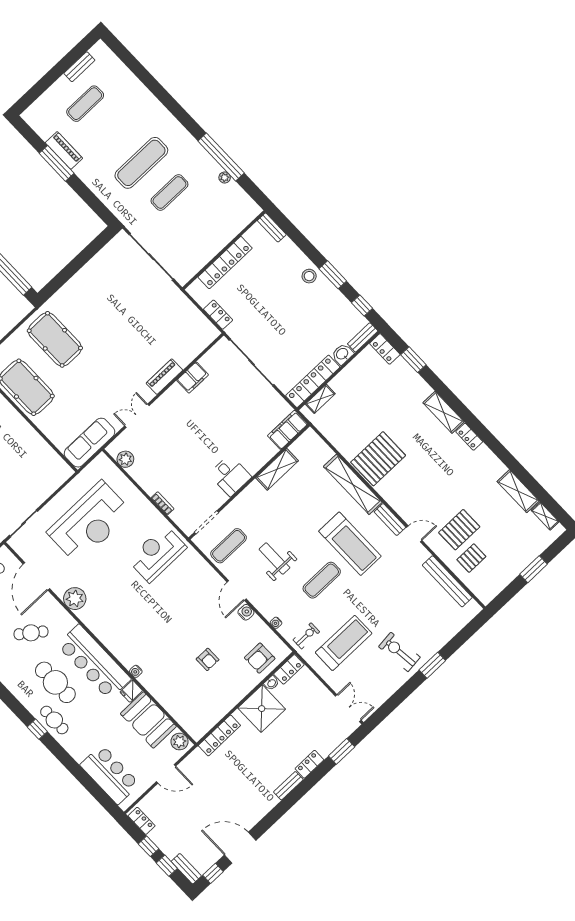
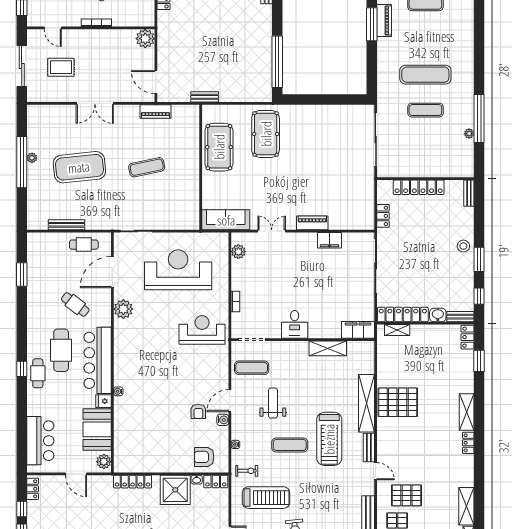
reception desk: (89, 522) -> (178, 270), turned 180
armchair: (208, 659) -> (198, 411), moved

